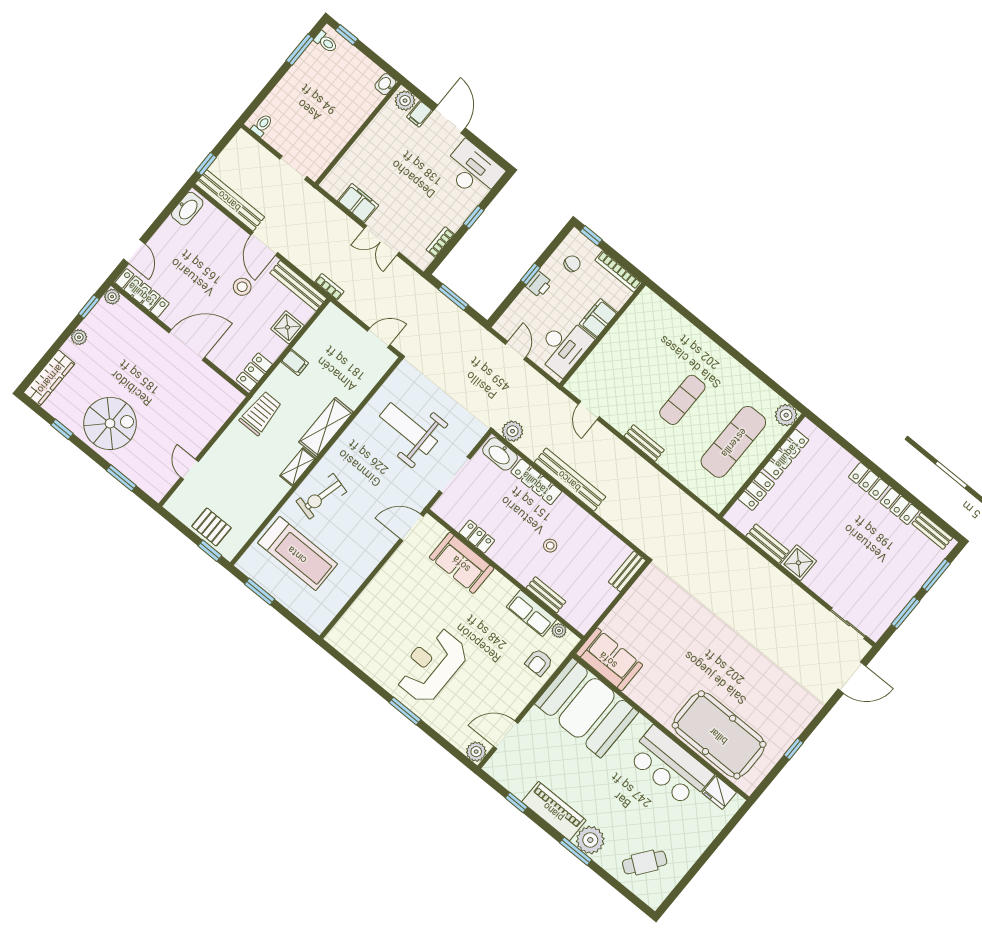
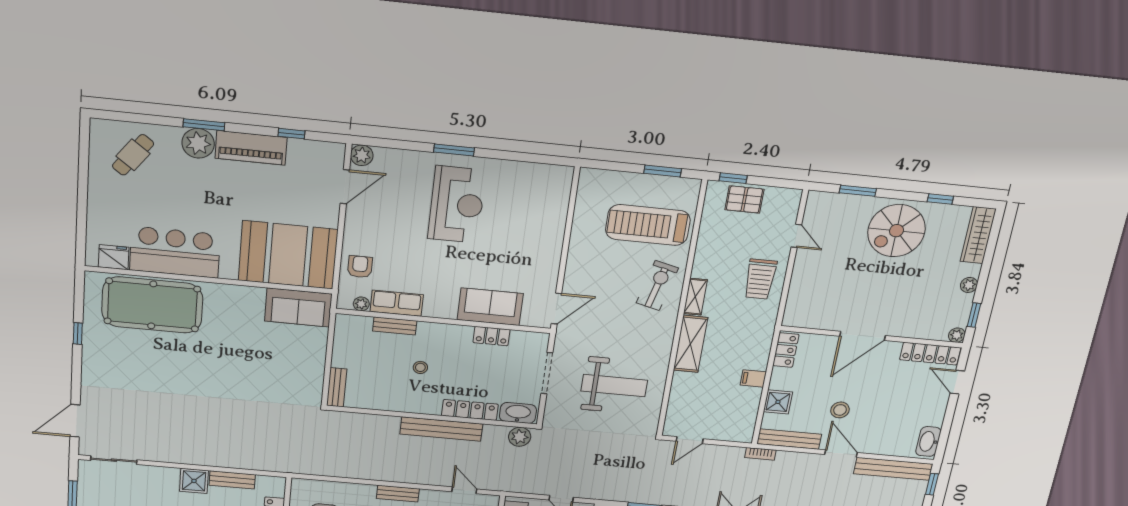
trolley: (261, 413) -> (760, 279), moved

